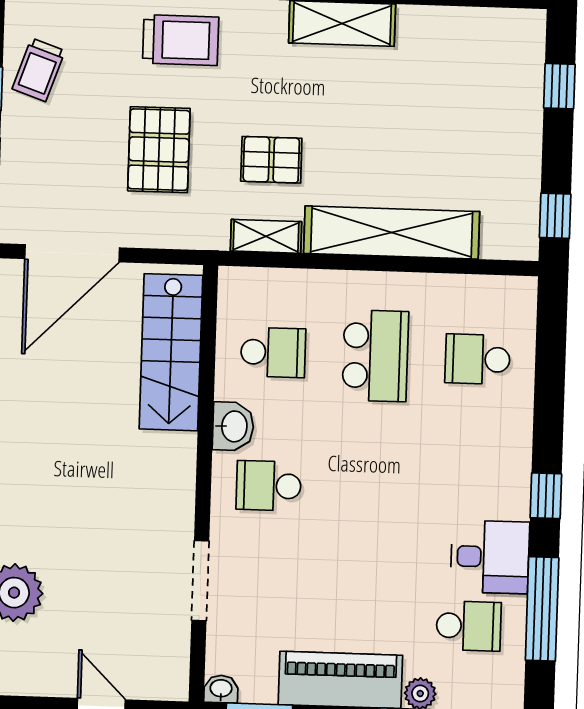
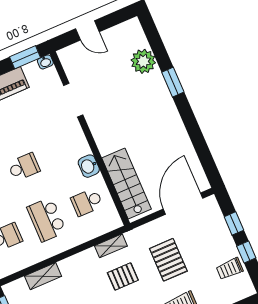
trolley: (39, 70) -> (230, 269), turned -109
shelving: (392, 232) -> (43, 276), width x0.45, depth x0.75
school desk: (269, 486) -> (24, 167), moved

